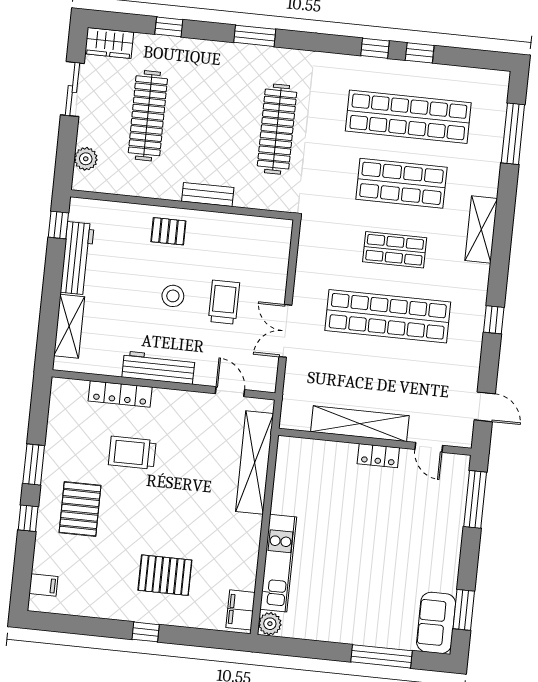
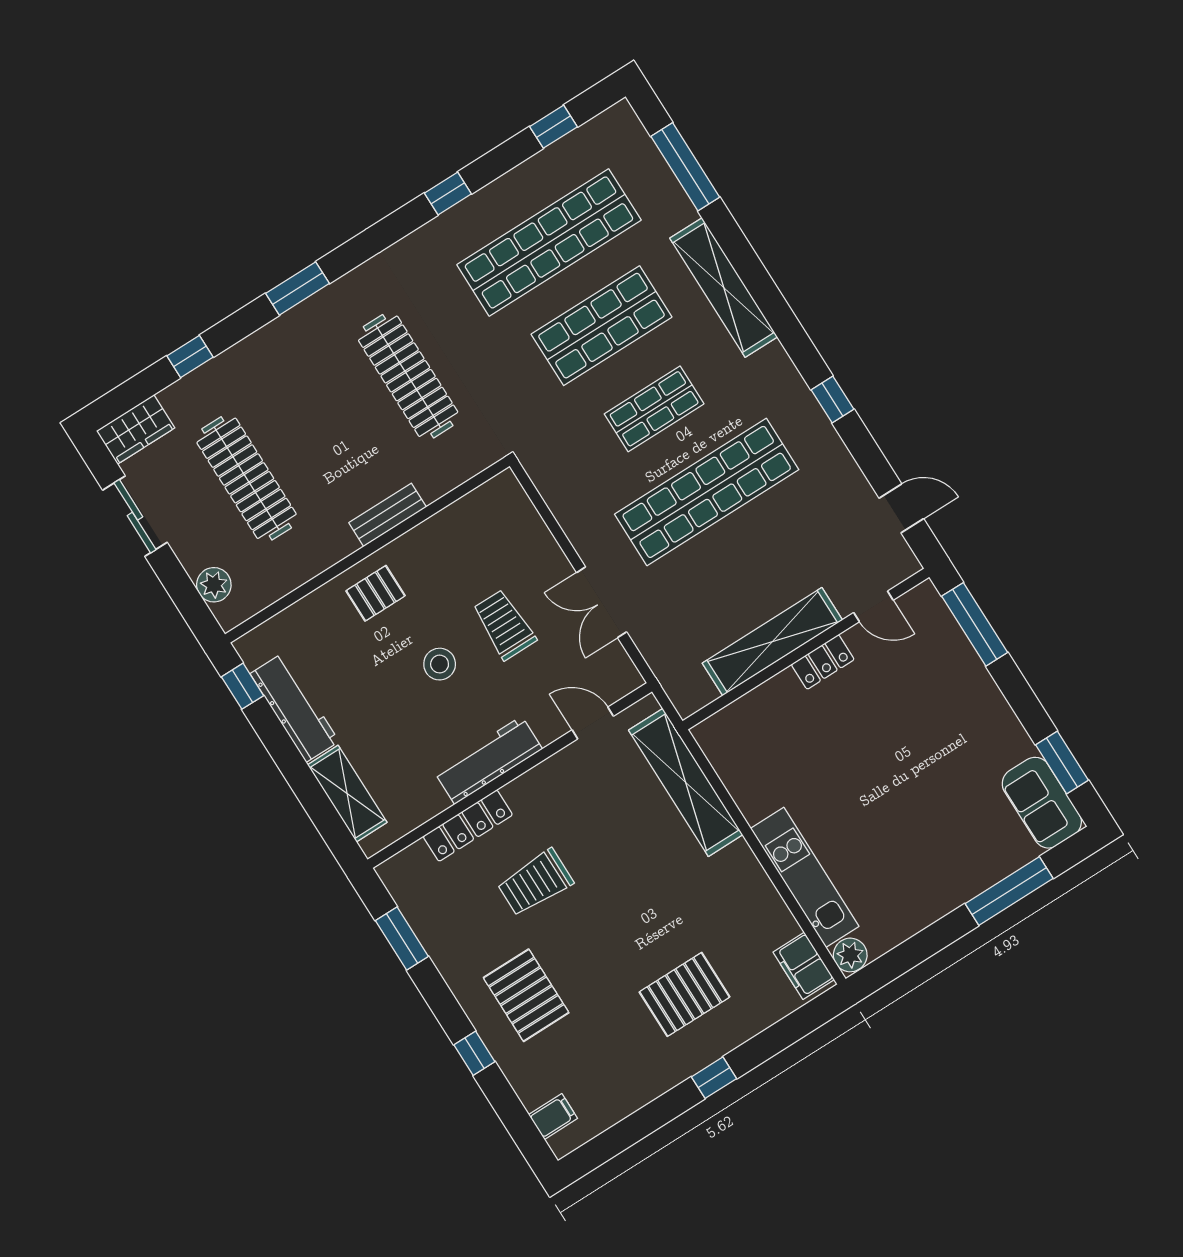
window: (420, 53) -> (553, 127), moved
shelving: (481, 229) -> (724, 287), width x1.47
window: (34, 464) -> (402, 938), moved

